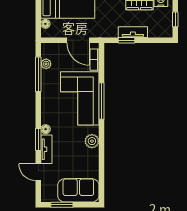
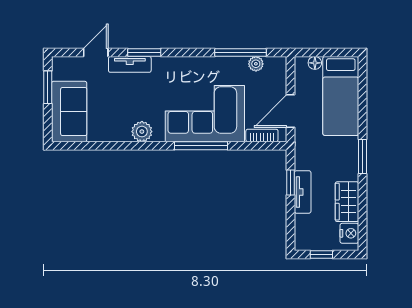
floor lamp: (46, 129) -> (159, 63), removed

